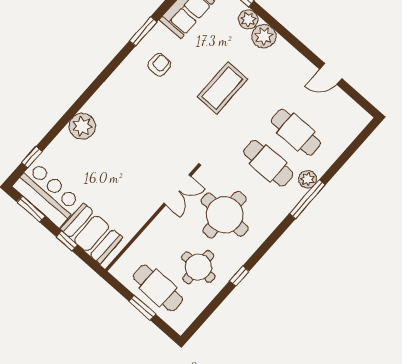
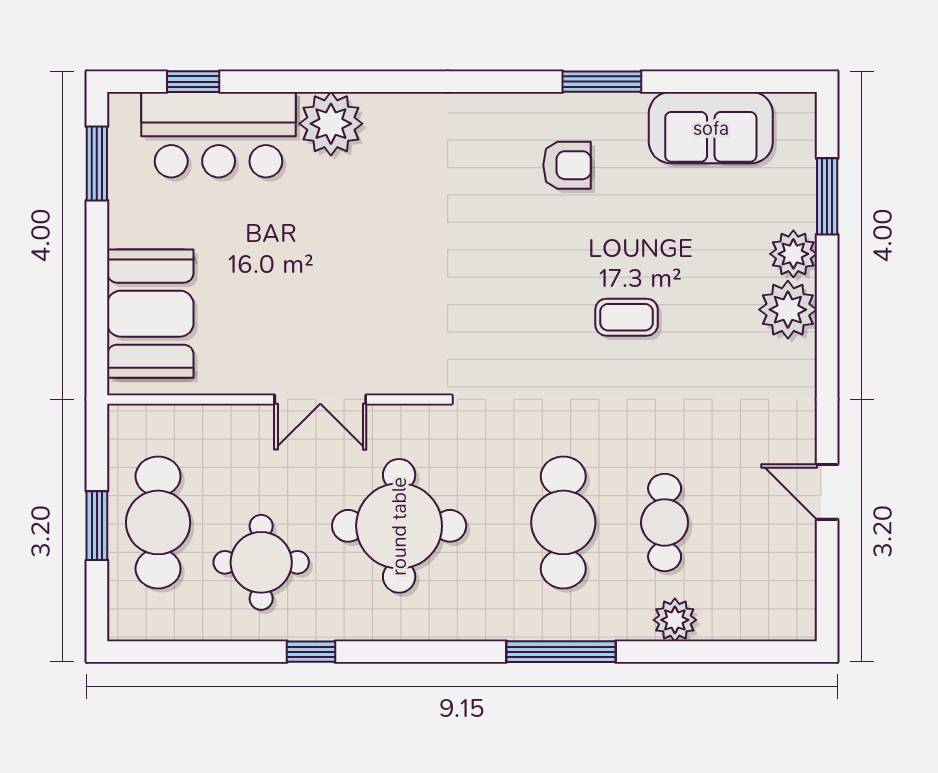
coffee table: (222, 88) -> (627, 317), width x0.54, depth x0.58
cafe table: (296, 132) -> (665, 522), width x0.73, depth x0.74
plant: (308, 179) -> (675, 620), moved
double door: (177, 190) -> (320, 399), moved
bar counter: (47, 194) -> (219, 135), moved, turned 90
window: (67, 241) -> (97, 280), removed

